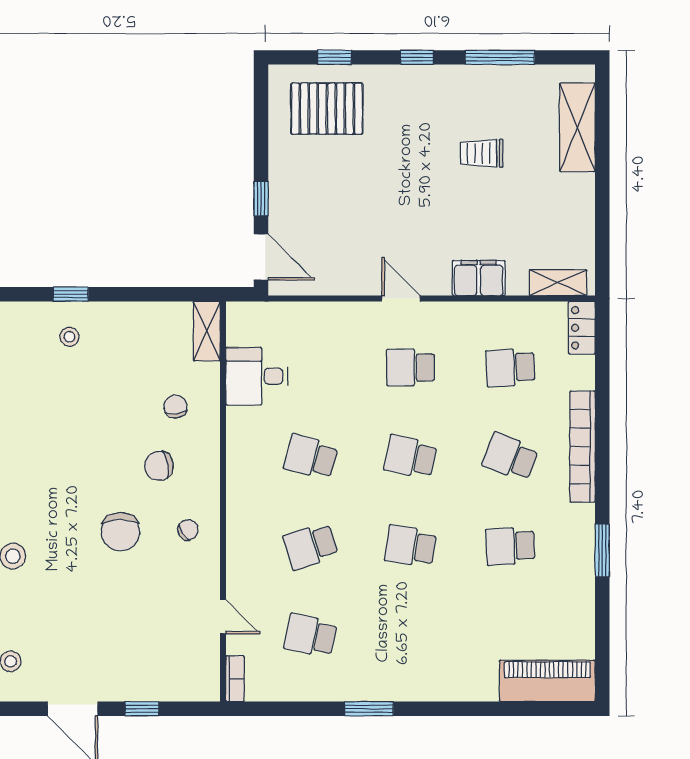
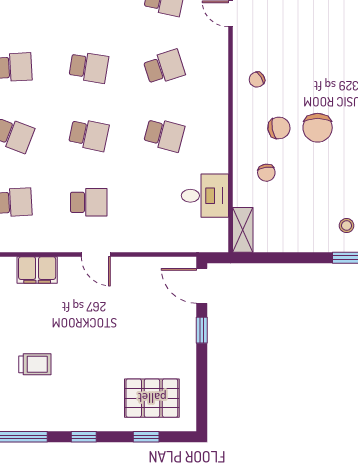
chair: (121, 532) -> (318, 128), moved, turned 180

